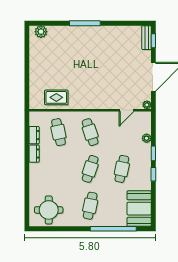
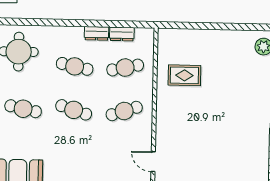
rug: (56, 97) -> (184, 75), moved, turned 90
cafe table: (122, 169) -> (75, 66), moved

